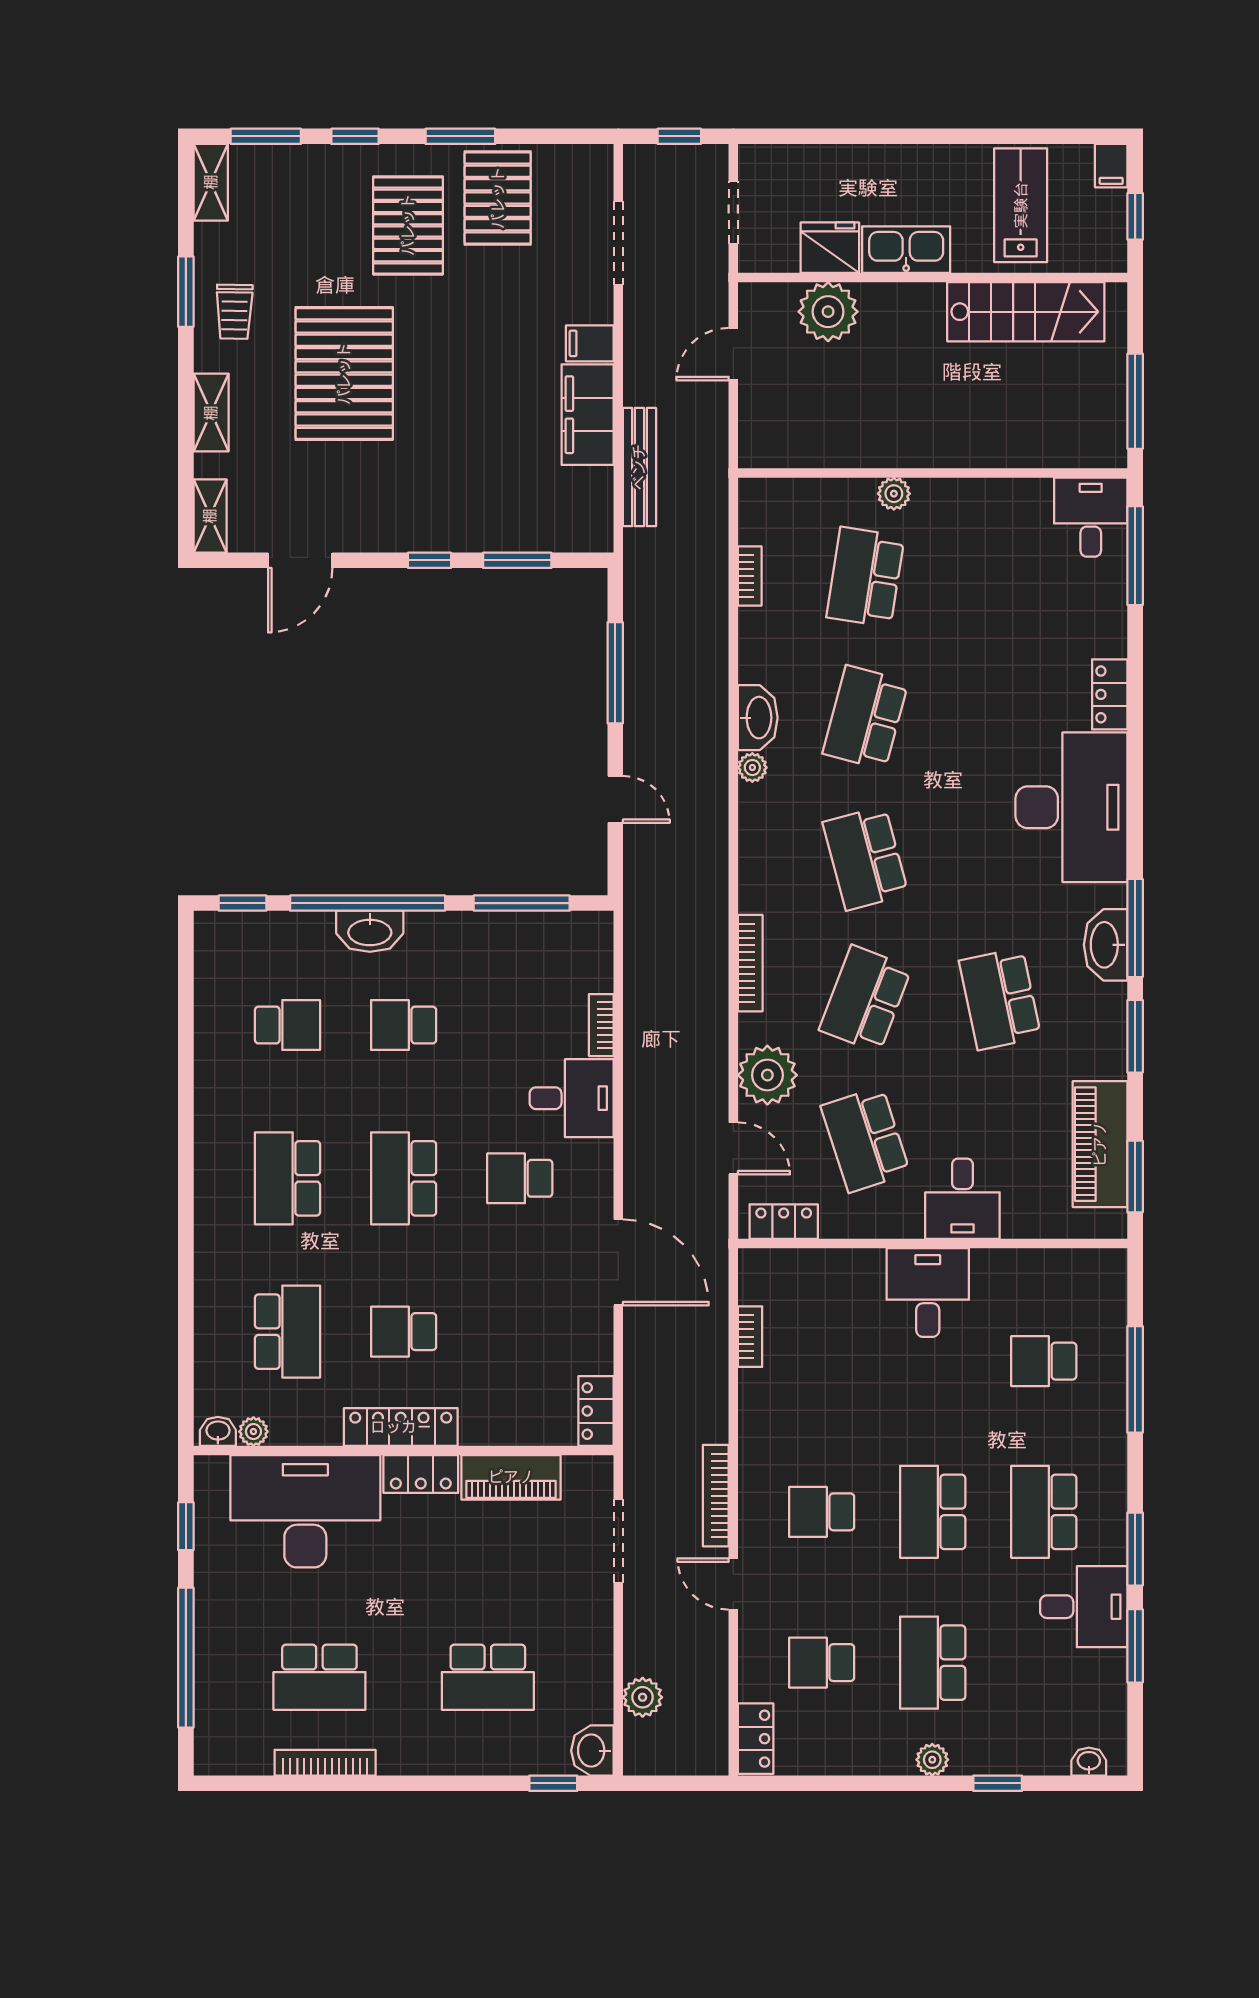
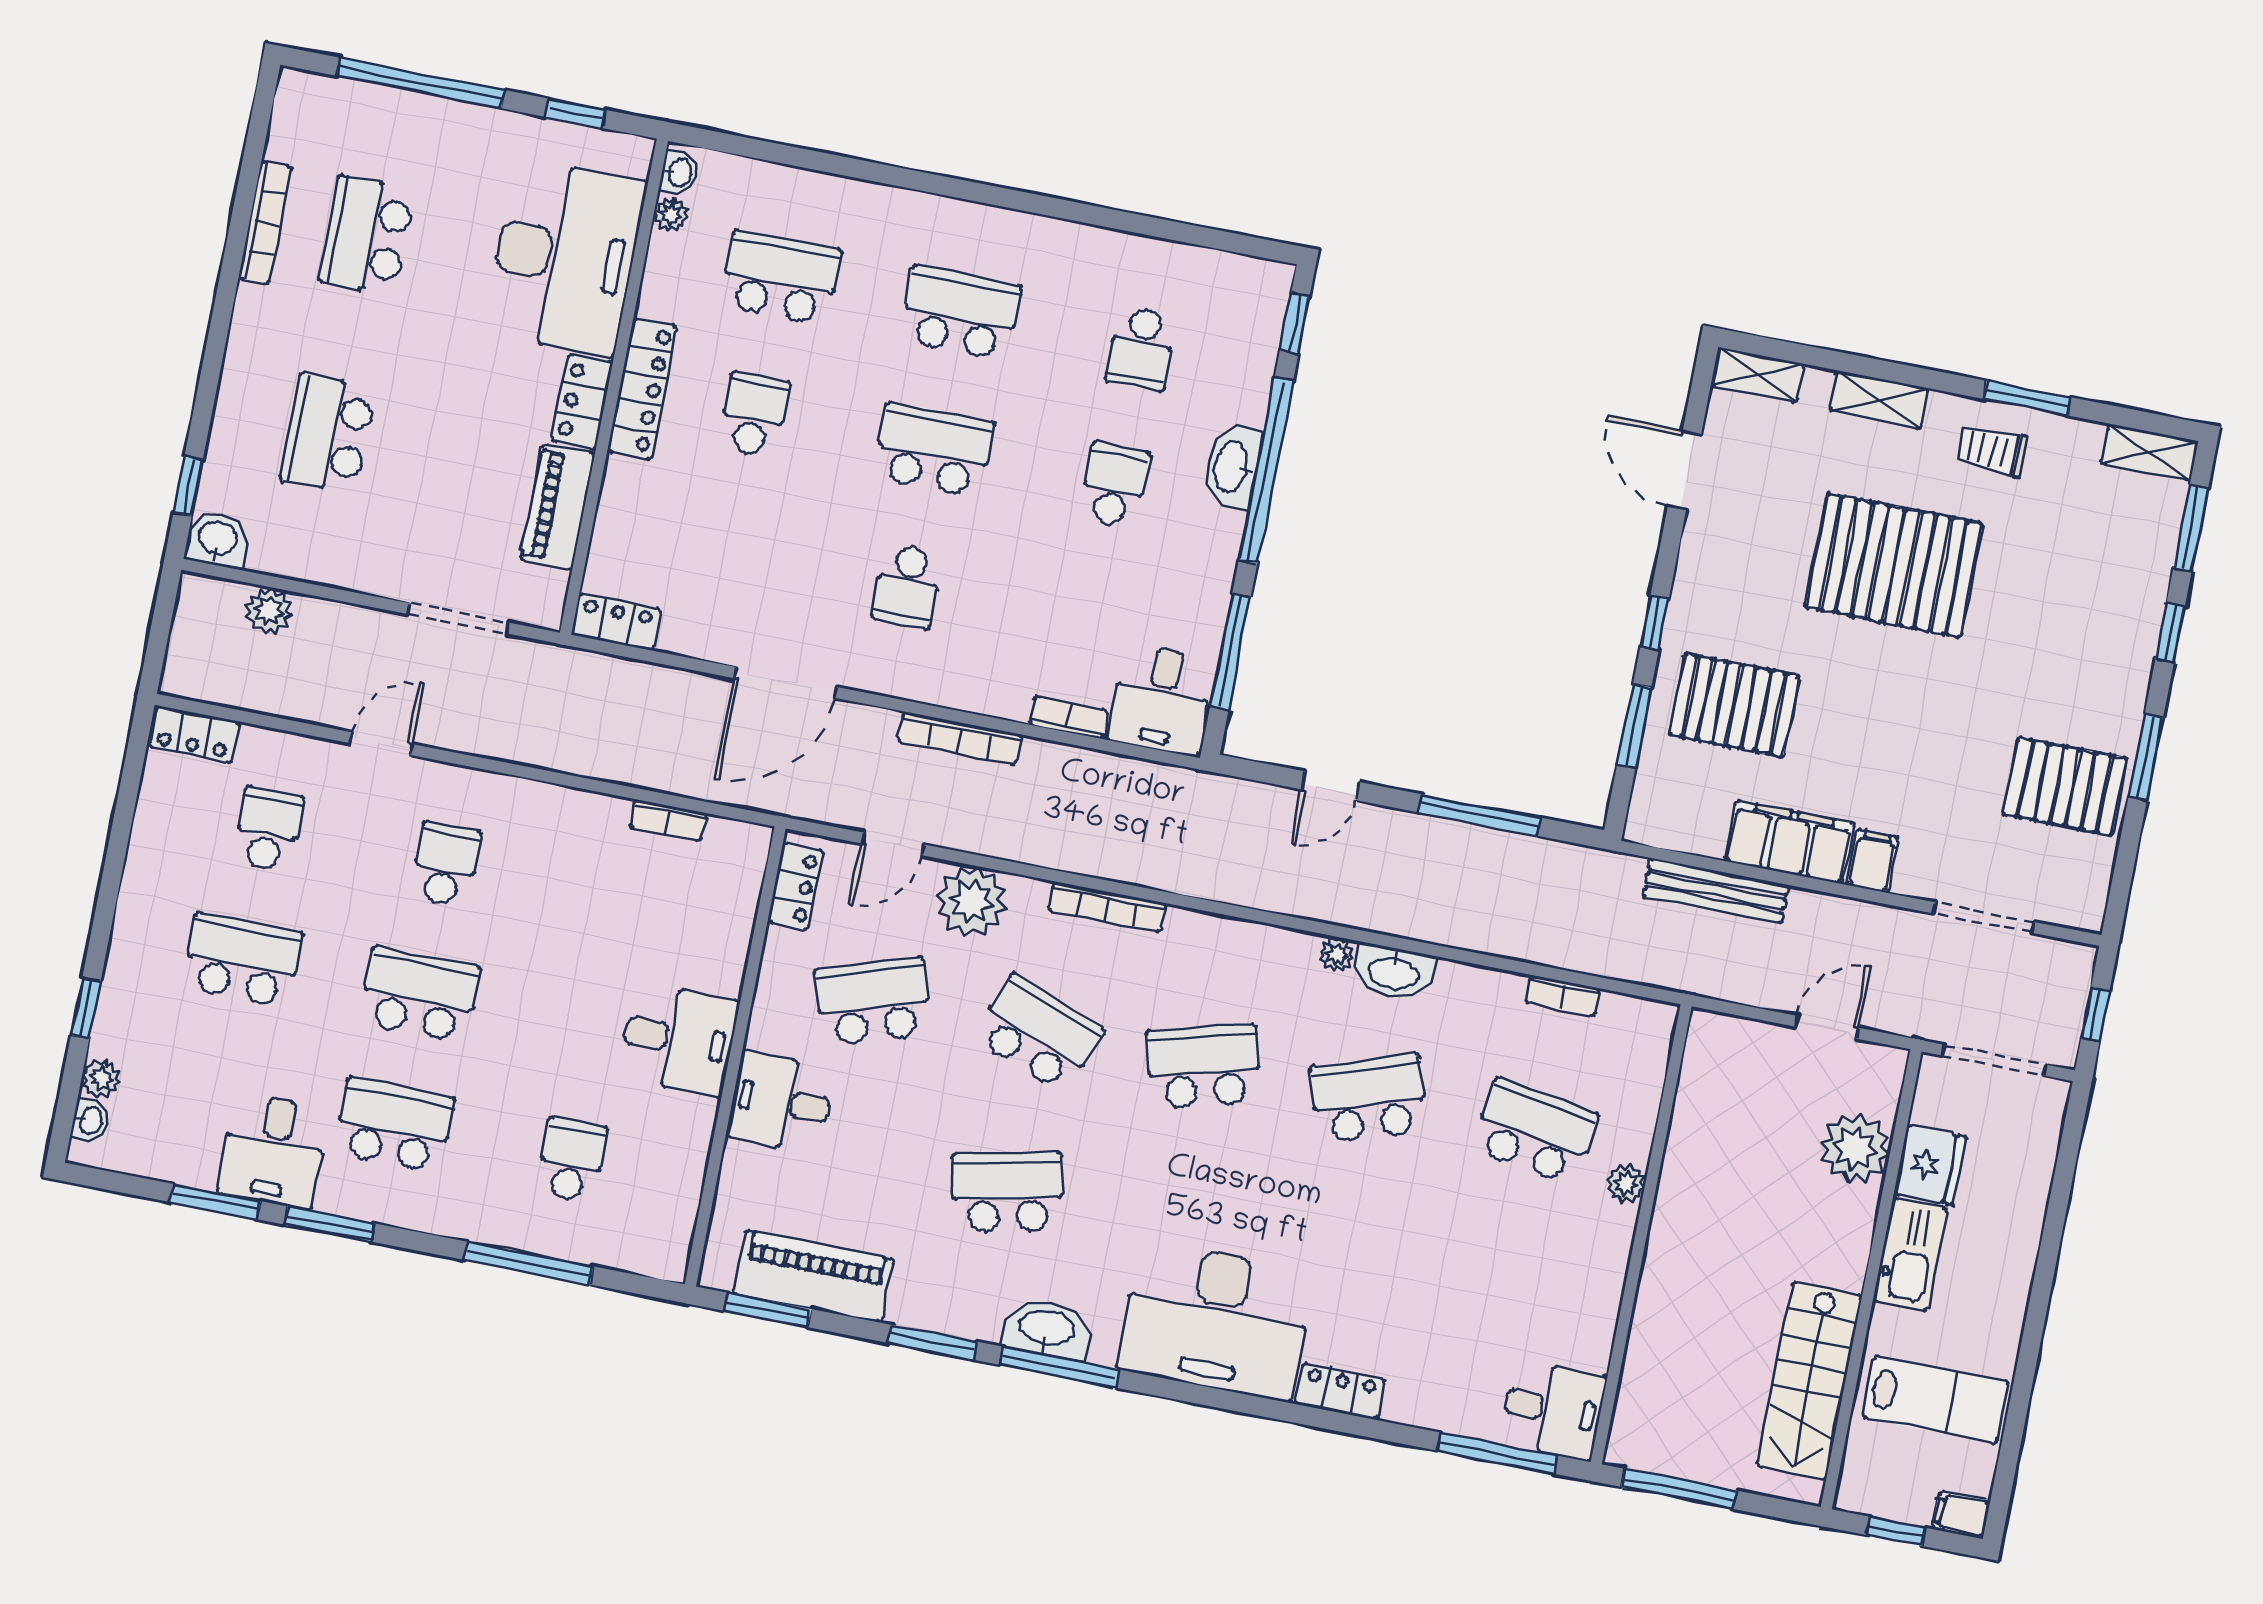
doorway: (733, 212) -> (1993, 1060), width x1.38
pallet: (408, 225) -> (1734, 705), moved
door: (733, 354) -> (1827, 1027), hinge flipped
school desk: (865, 718) -> (1369, 1099), turned -33
desk: (572, 1098) -> (1161, 699), moved
school desk: (520, 1178) -> (907, 586), turned 180
school desk: (287, 1332) -> (781, 278), turned 180
bookcase: (716, 1496) -> (960, 738), moved, turned 180
plant: (932, 1760) -> (101, 1078), moved

